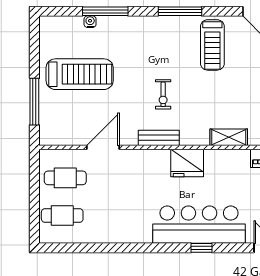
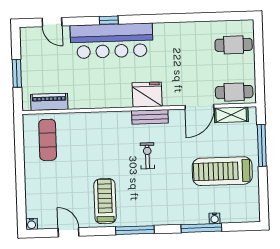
shelving: (229, 137) -> (231, 115), moved
fridge: (187, 163) -> (147, 95), moved
cafe table: (65, 178) -> (234, 92), moved

